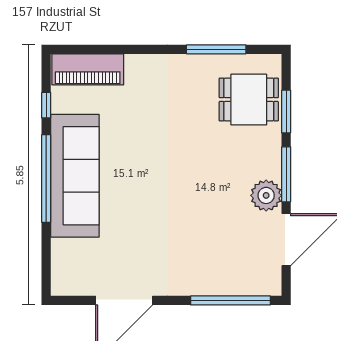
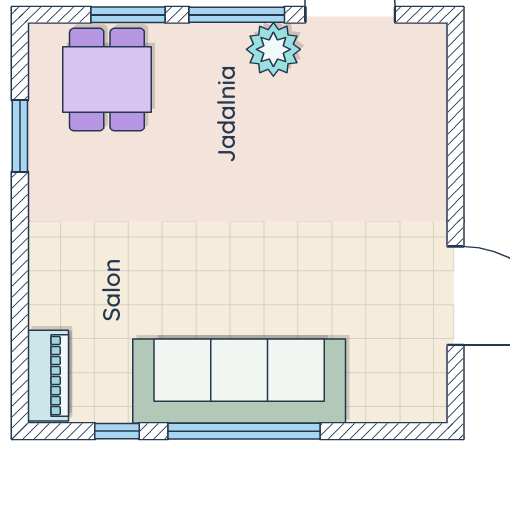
window: (216, 49) -> (20, 136), width x0.69
piano: (88, 69) -> (48, 376), width x0.73, depth x0.75
window: (231, 300) -> (456, 111), removed

